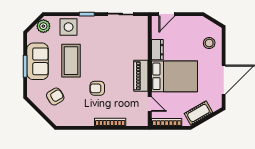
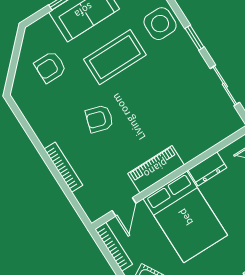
armchair: (97, 88) -> (99, 119), turned -73
armchair: (55, 97) -> (50, 67), turned 121

